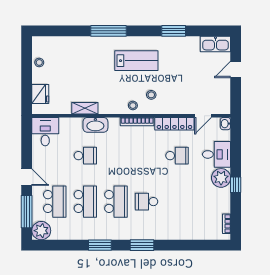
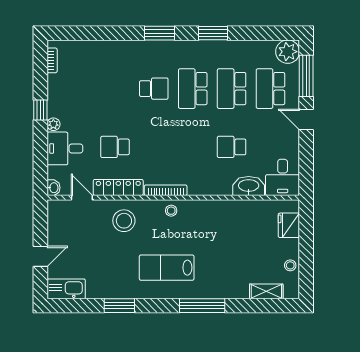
stool: (151, 95) -> (124, 221), moved, width x1.89, depth x1.89
shelving: (85, 108) -> (266, 291), moved
door: (203, 116) -> (82, 198), hinge flipped
washbasin: (95, 125) -> (249, 186), moved
plant: (221, 178) -> (53, 124), width x0.53, depth x0.53

